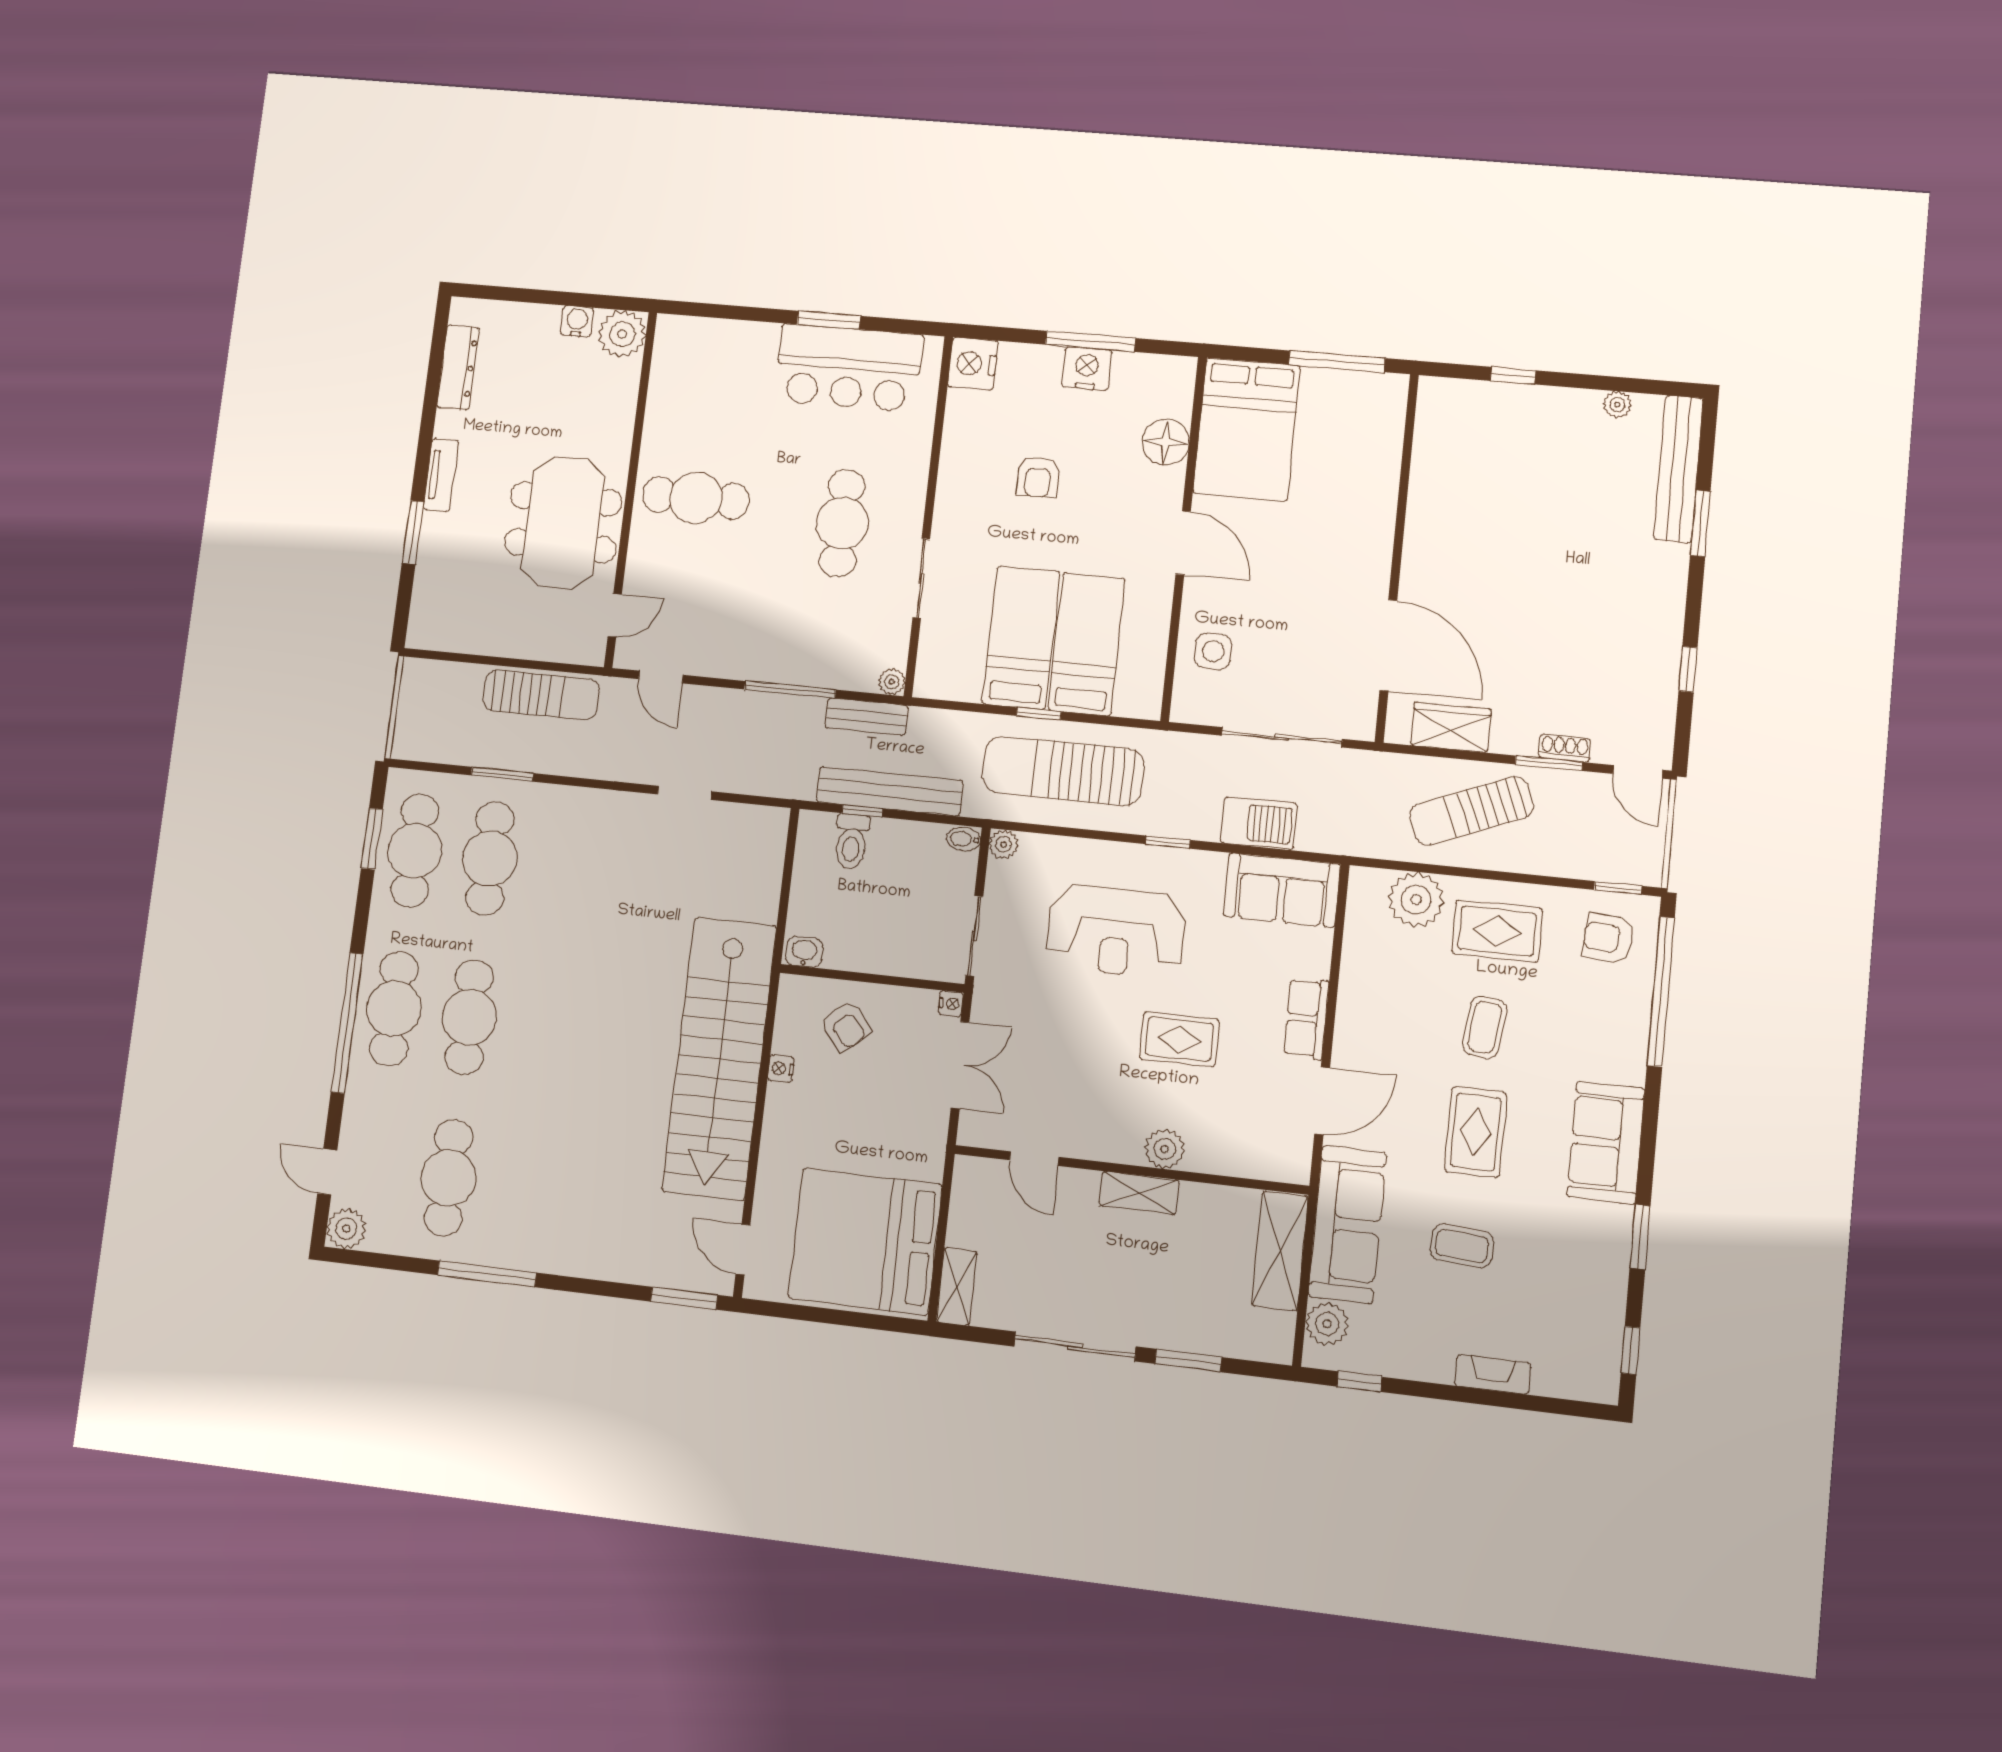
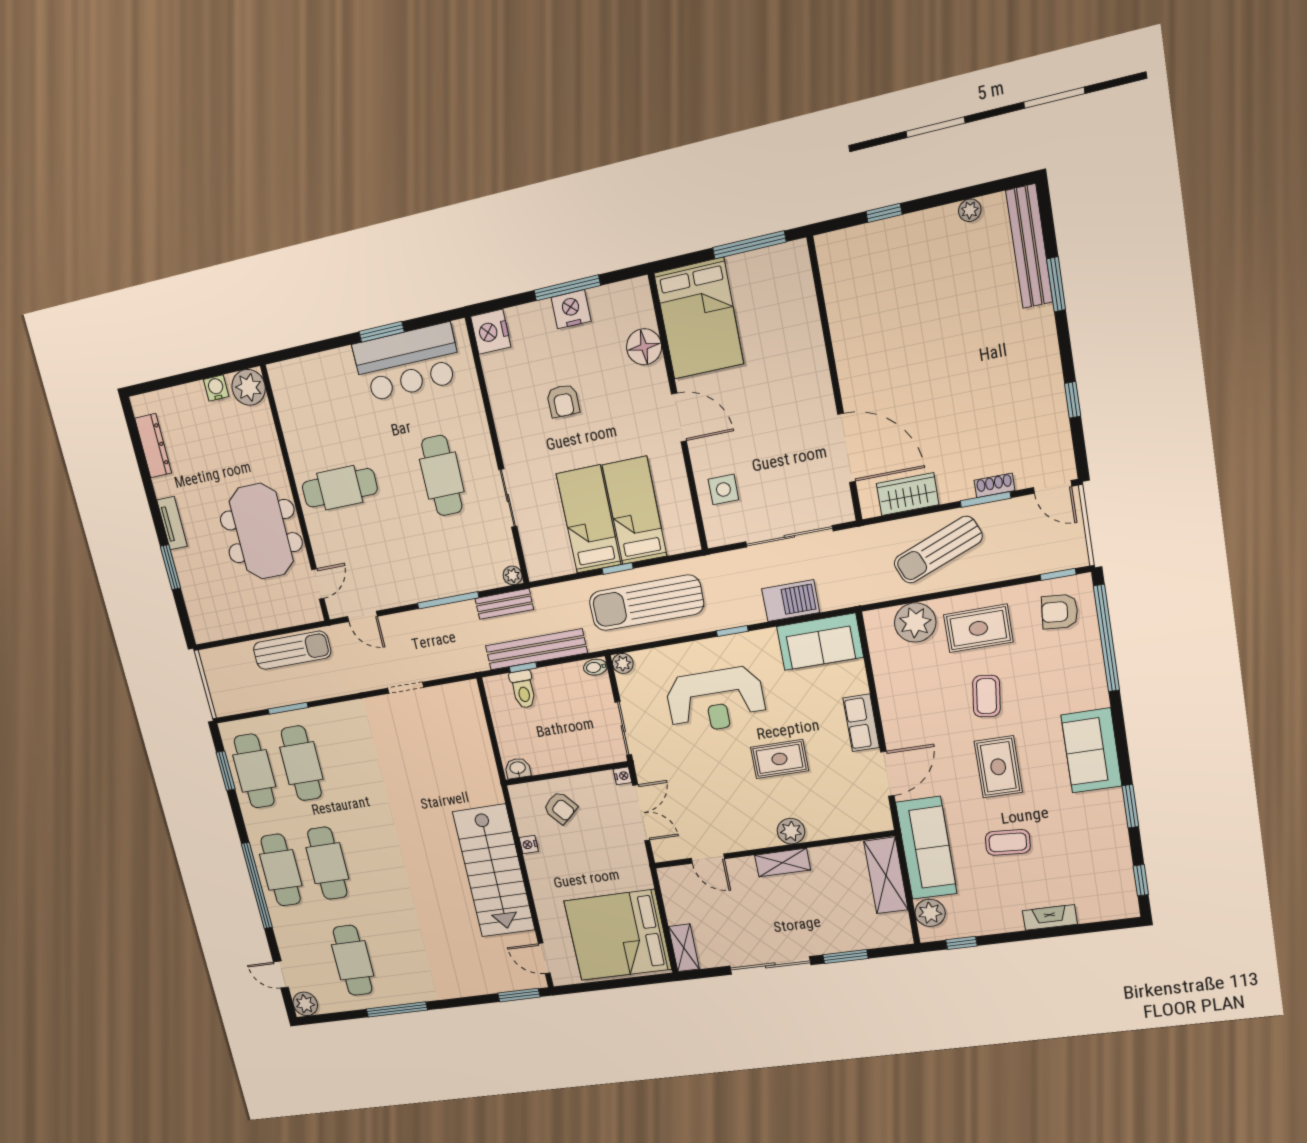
stairs: (719, 1058) -> (494, 871), width x0.73

